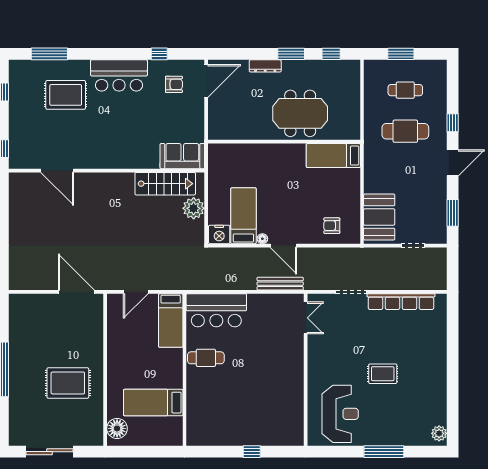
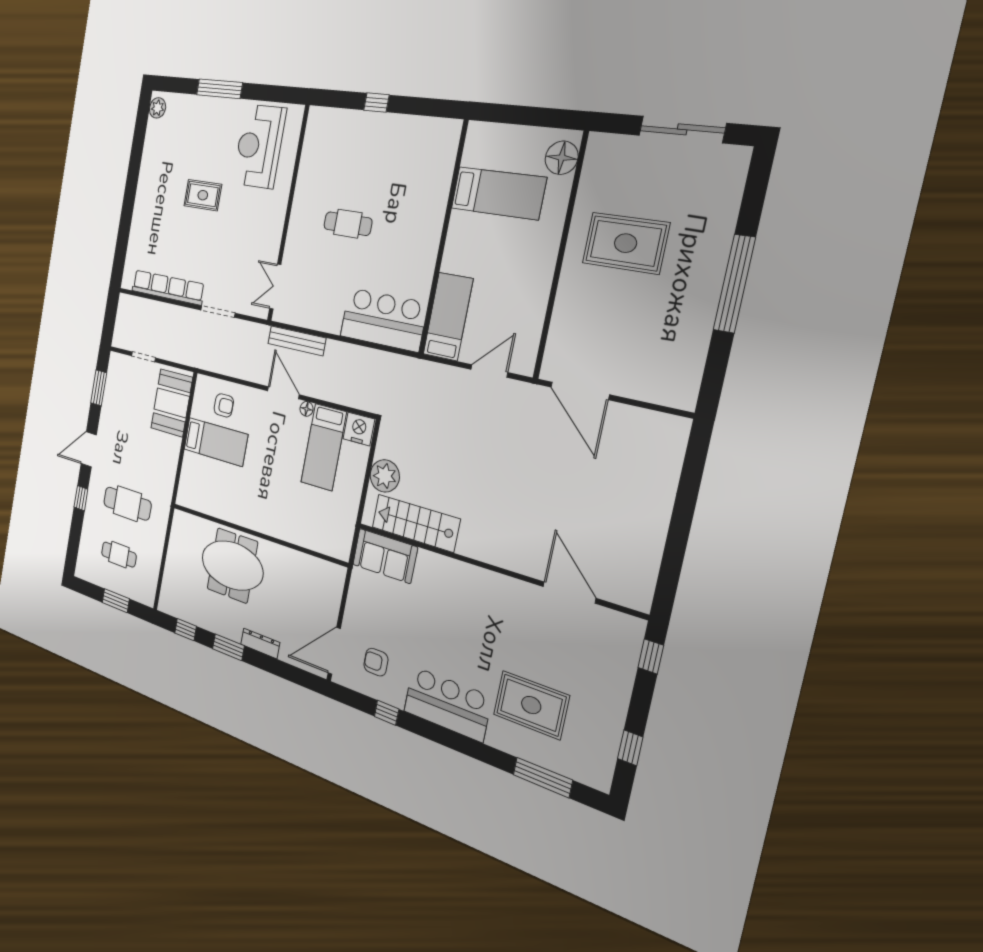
bed: (333, 156) -> (216, 442), moved
cafe table: (206, 358) -> (348, 224), moved

